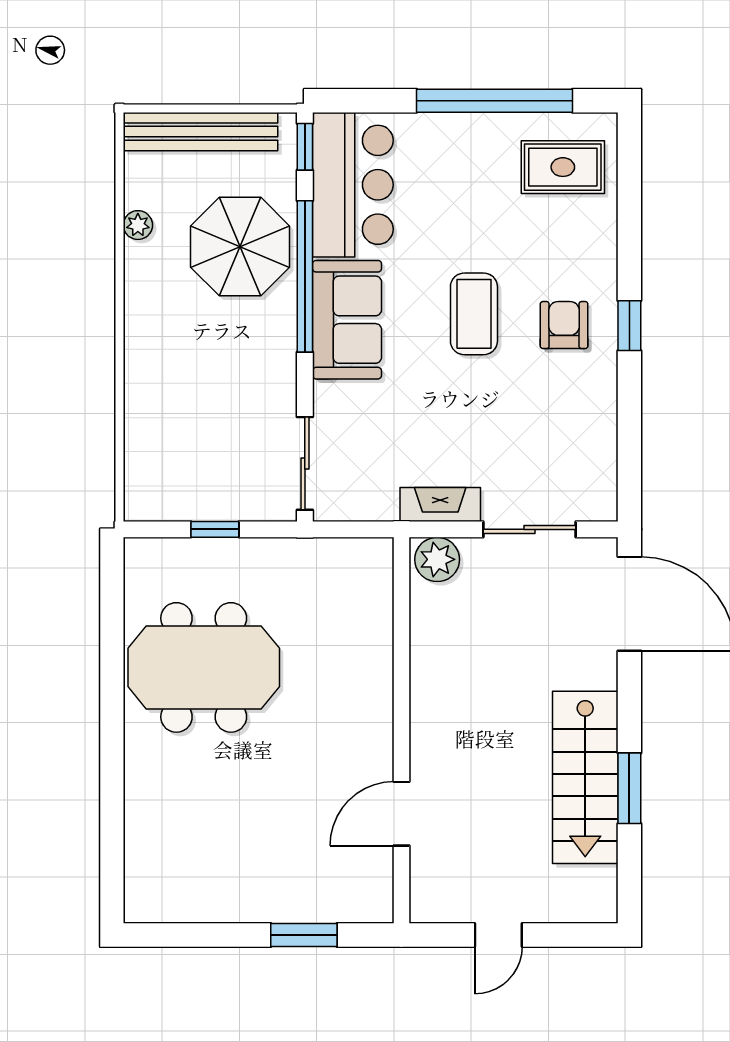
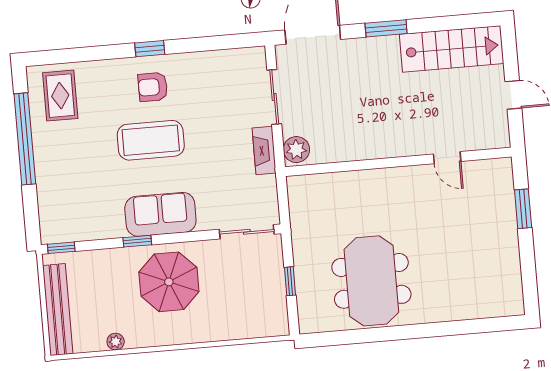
bar counter: (353, 185) -> (81, 218), removed
parasol: (240, 247) -> (169, 282), moved
window: (305, 276) -> (137, 241), width x0.32
coffee table: (474, 314) -> (151, 140), width x1.36, depth x1.32
stairs: (585, 777) -> (452, 49), moved
window: (629, 788) -> (386, 28), moved
door: (401, 814) -> (447, 158), width x0.73

